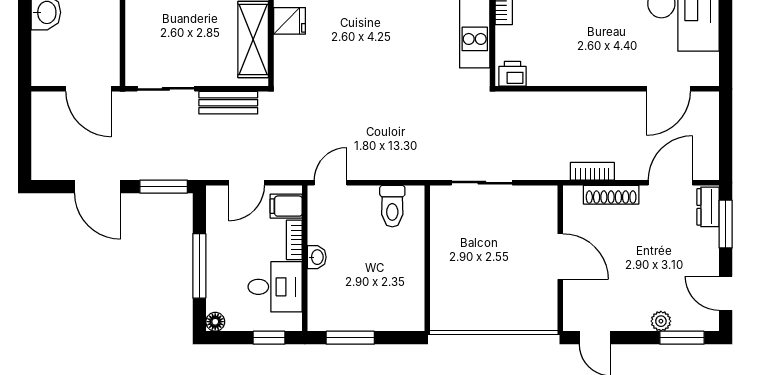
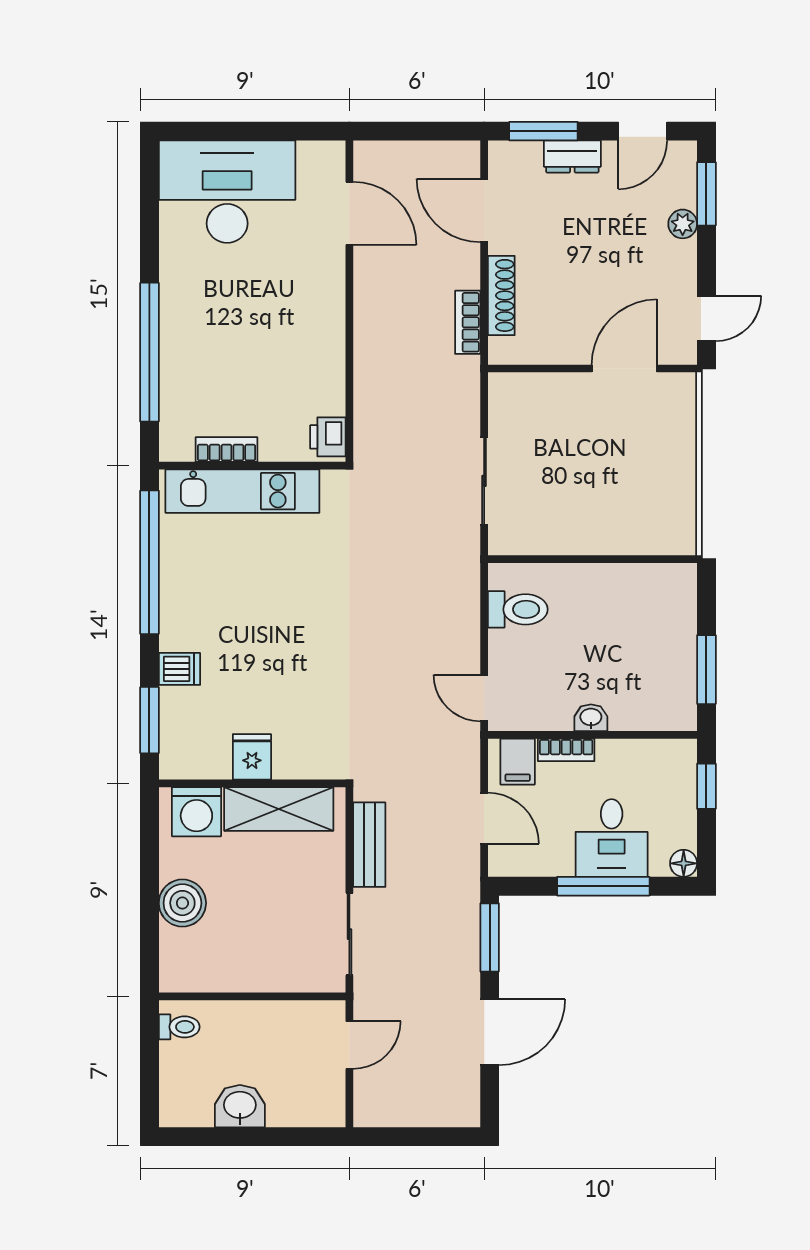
door: (88, 89) -> (349, 1045), width x0.73
dresser: (708, 207) -> (572, 157), moved
door: (560, 257) -> (624, 368), moved
desk: (275, 287) -> (612, 838), moved, turned 180

